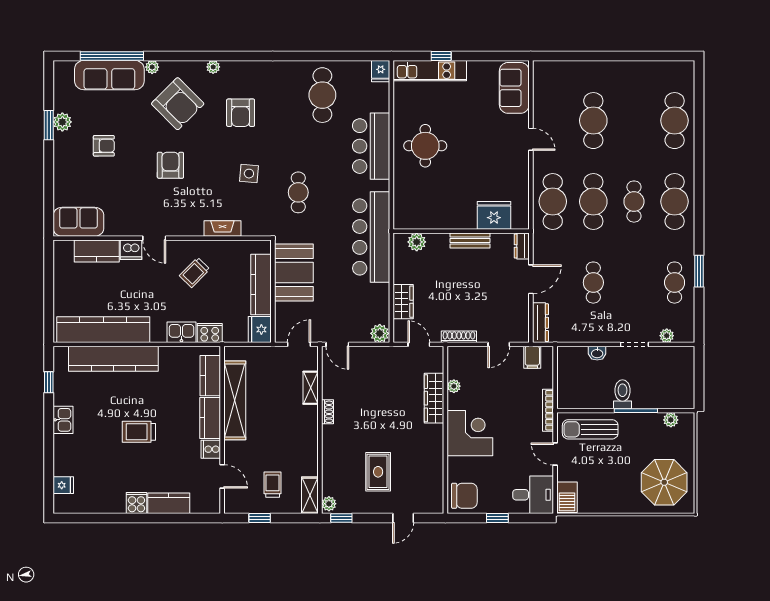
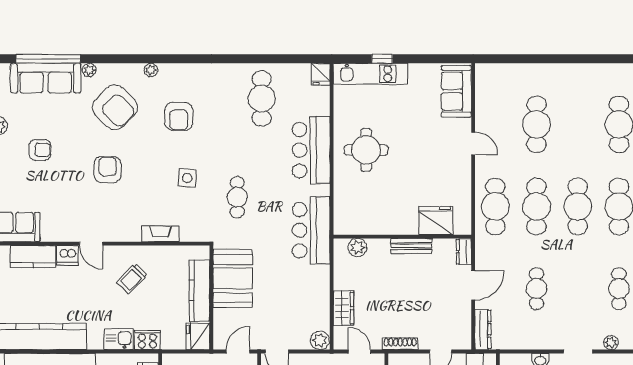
cafe table: (634, 202) -> (578, 206), width x1.37, depth x1.35
bar counter: (371, 237) -> (311, 230), width x0.73

